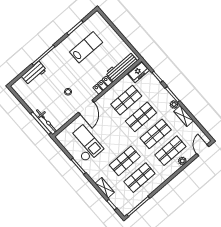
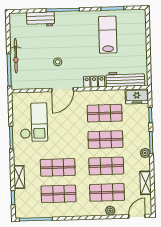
lab bench: (86, 47) -> (108, 35), turned -90
shelving: (184, 116) -> (146, 183), moved
bicycle: (47, 121) -> (16, 56), moved

